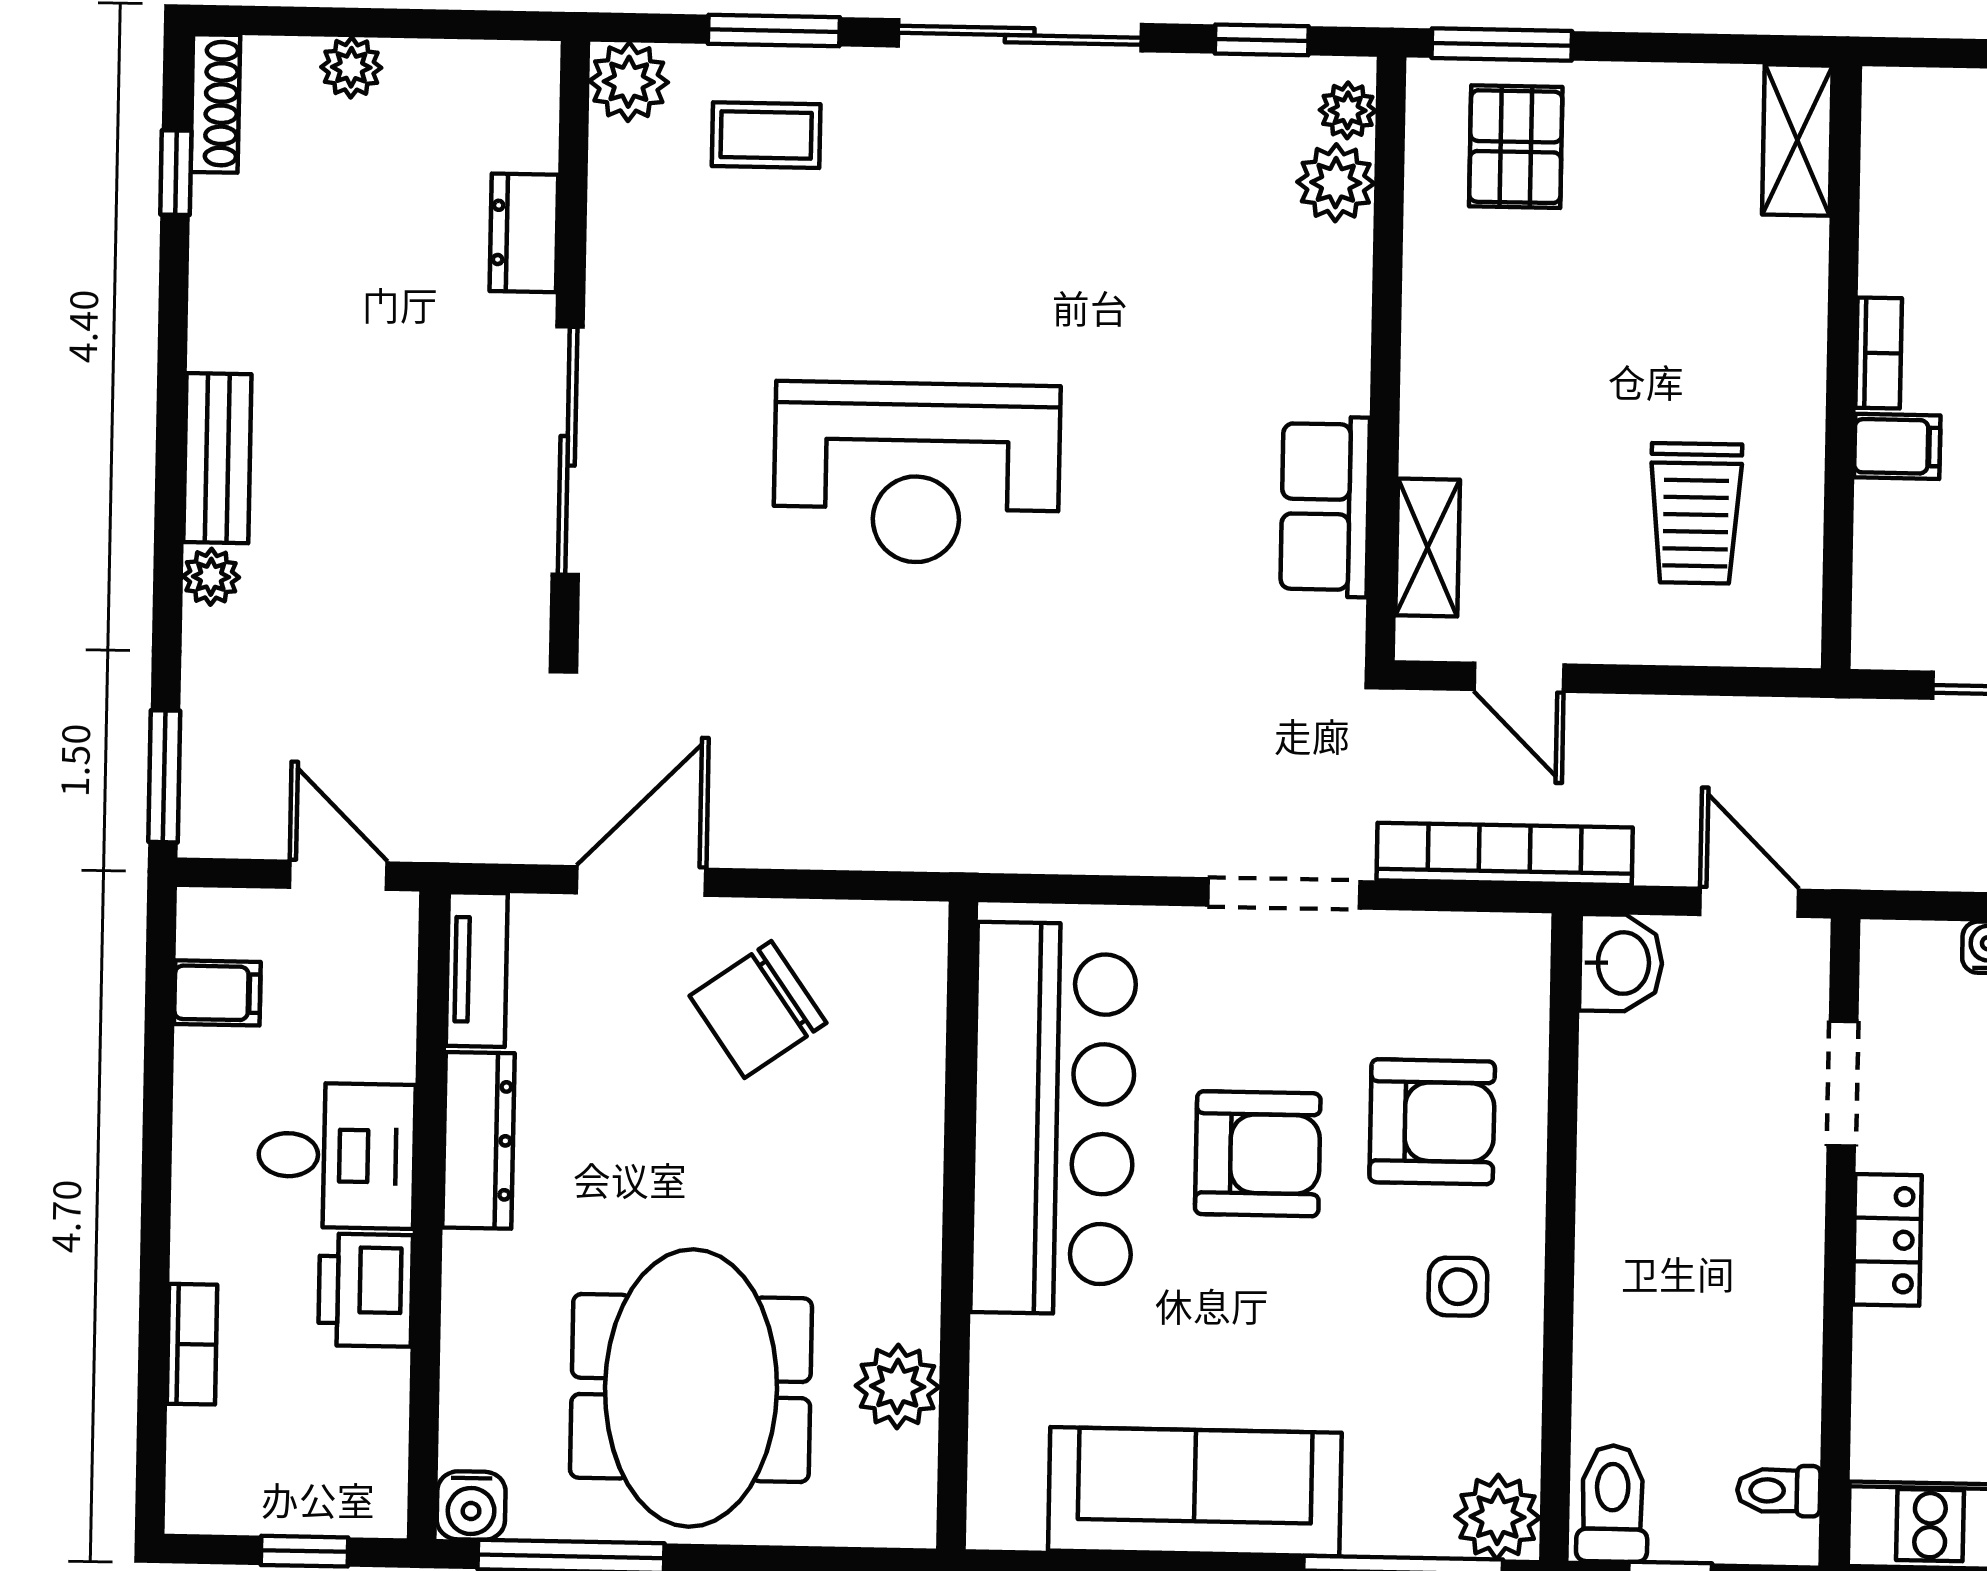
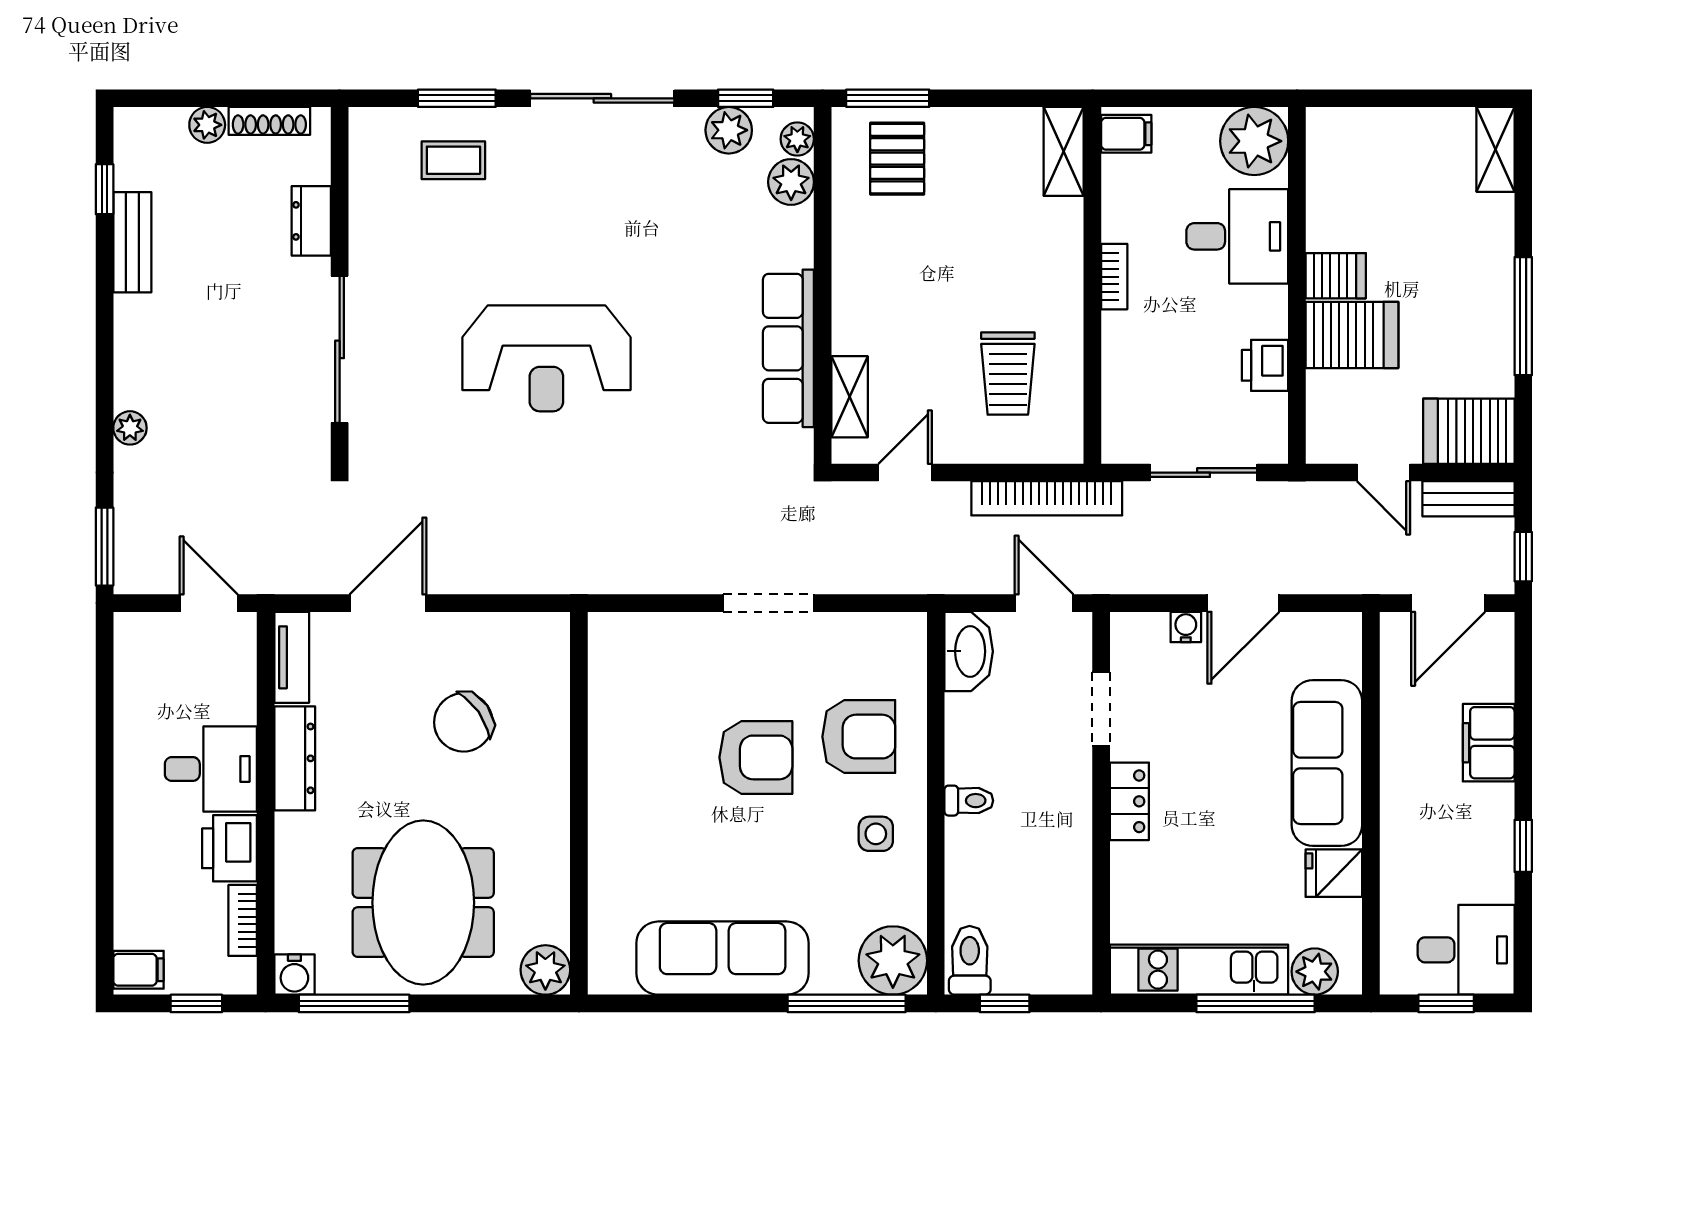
plant: (629, 82) -> (729, 130), moved
shoe rack: (215, 104) -> (269, 121), moved, turned 90
filing cabinet: (1897, 446) -> (1126, 134), moved
bench: (217, 458) -> (132, 242), moved
row of seats: (1325, 507) -> (788, 348), width x1.48
door: (1519, 677) -> (905, 473), swing flipped
bookcase: (1505, 854) -> (1047, 498), moved, turned 180
washbasin: (1621, 963) -> (969, 651), width x1.38
filing cabinet: (217, 993) -> (138, 970), moved
chair: (758, 1009) -> (463, 722), moved
bar counter: (1054, 1118) -> (635, 739), removed
bookcase: (192, 1344) -> (243, 920), moved, turned 180
plant: (898, 1386) -> (545, 970), moved
toilet: (1779, 1491) -> (969, 801), moved, turned 180
plant: (1498, 1517) -> (893, 961), width x1.36, depth x1.36

